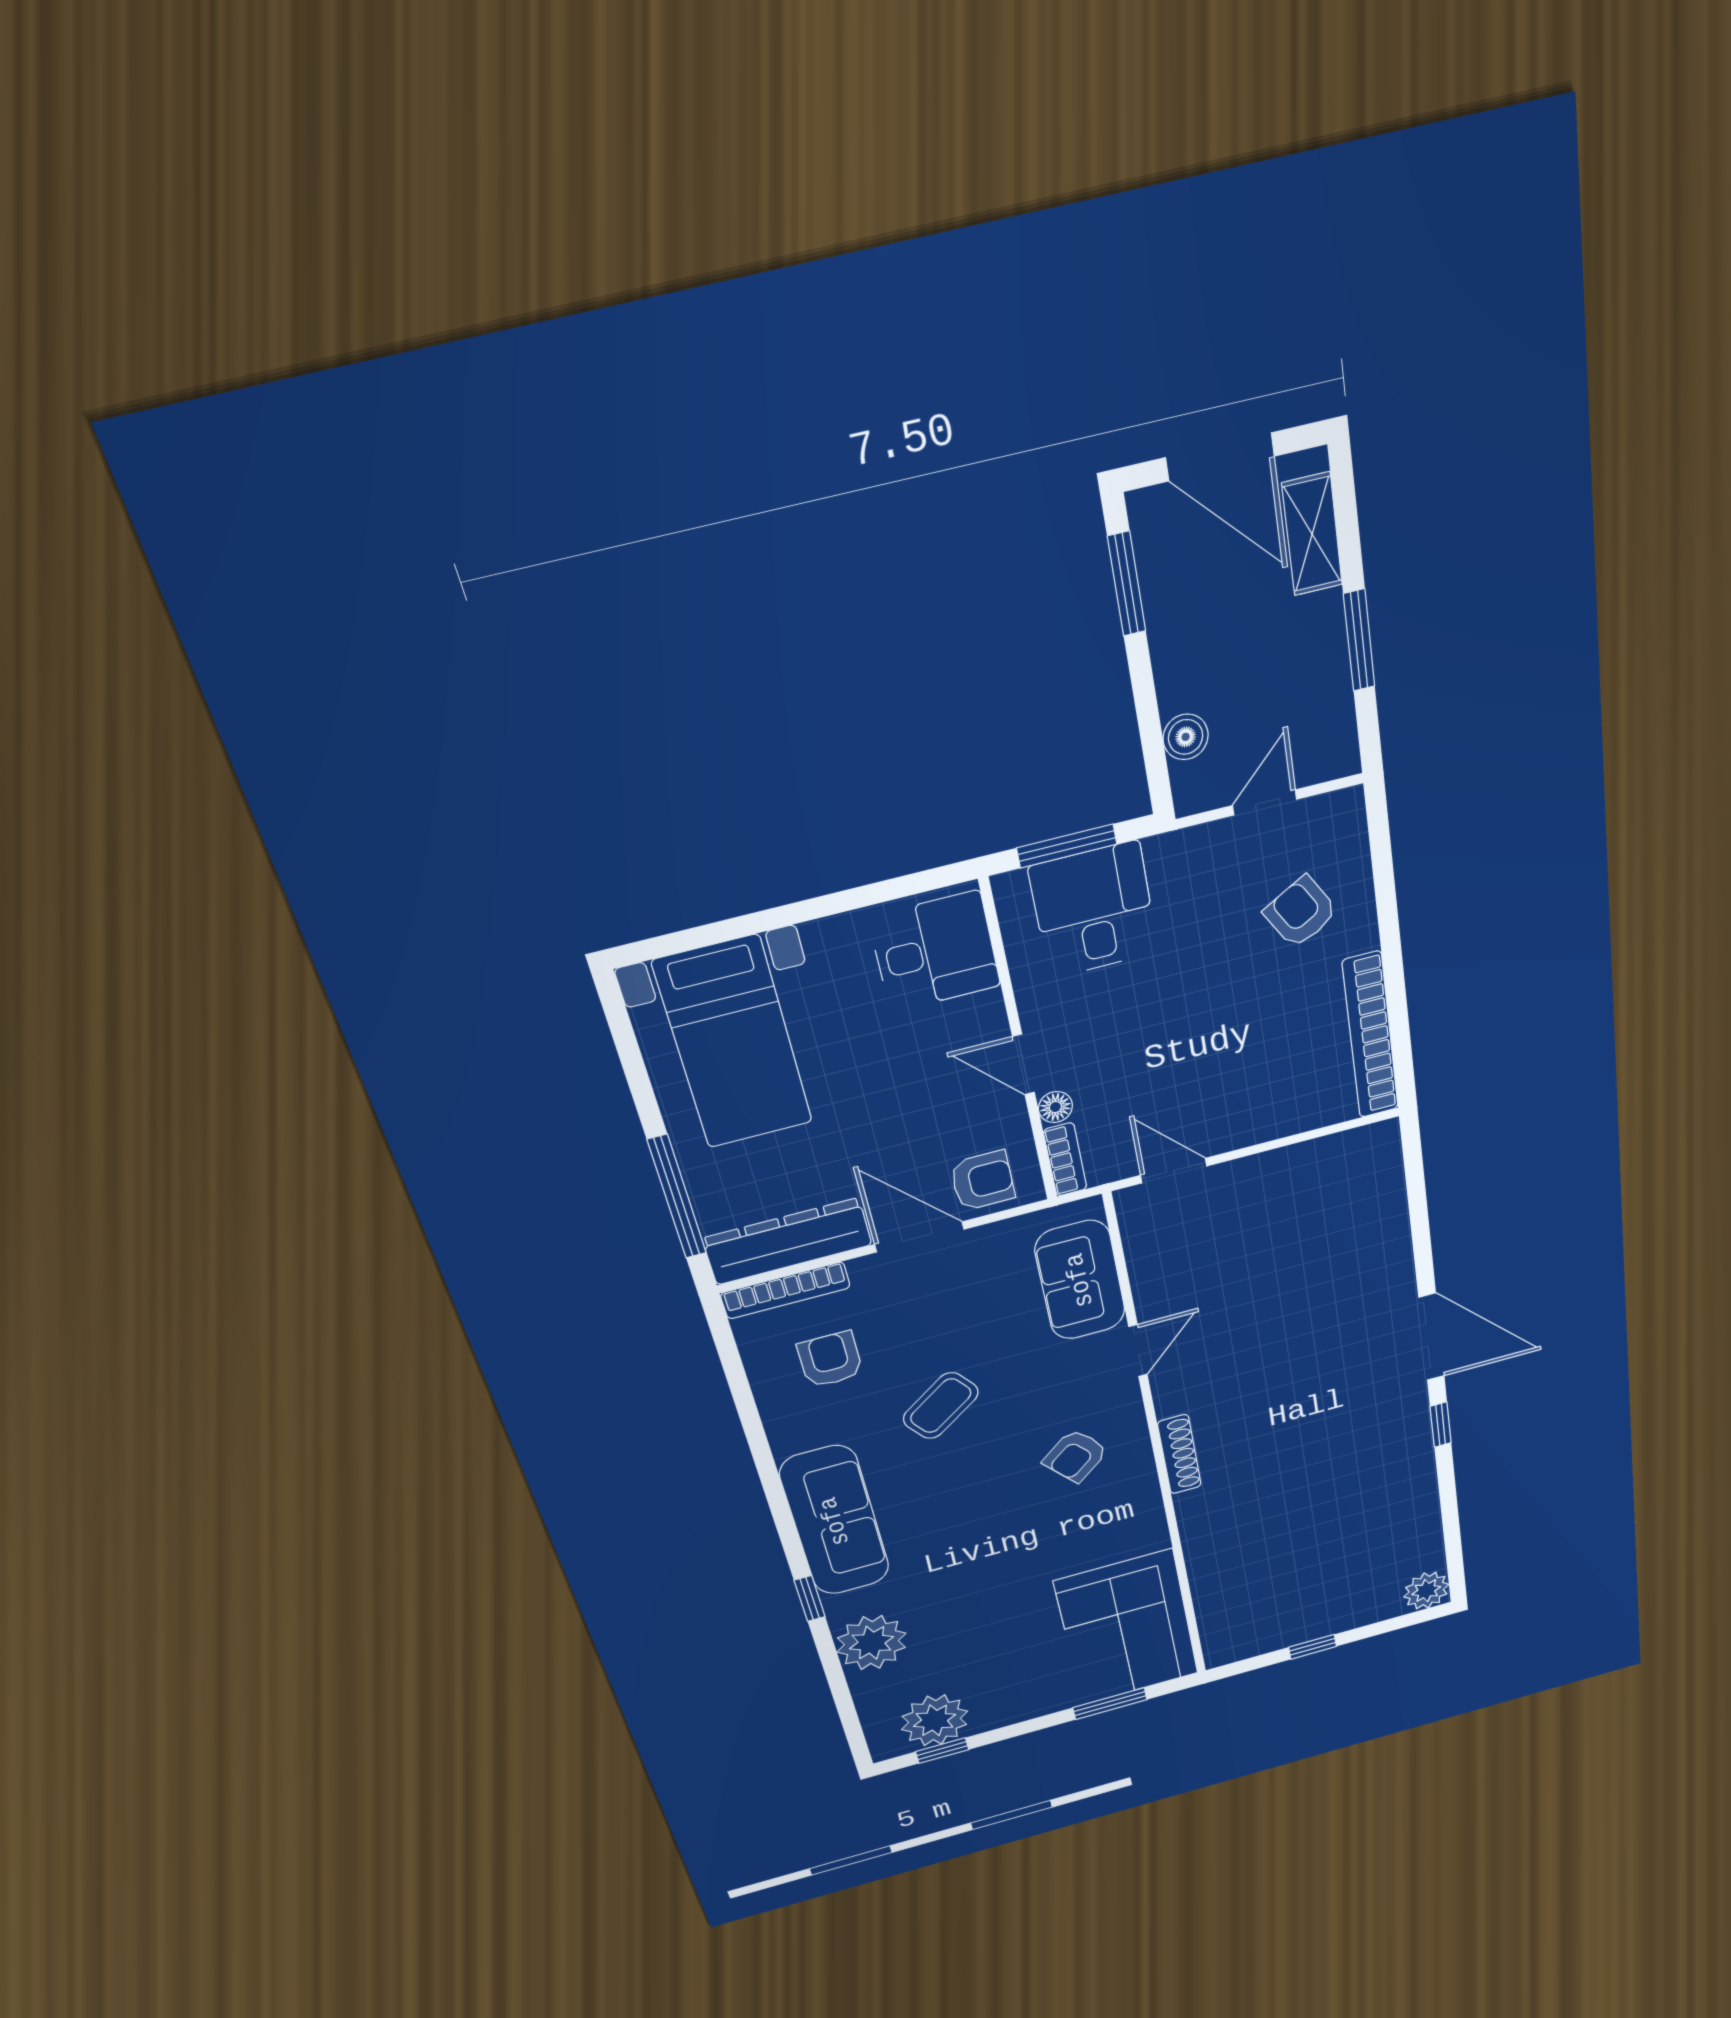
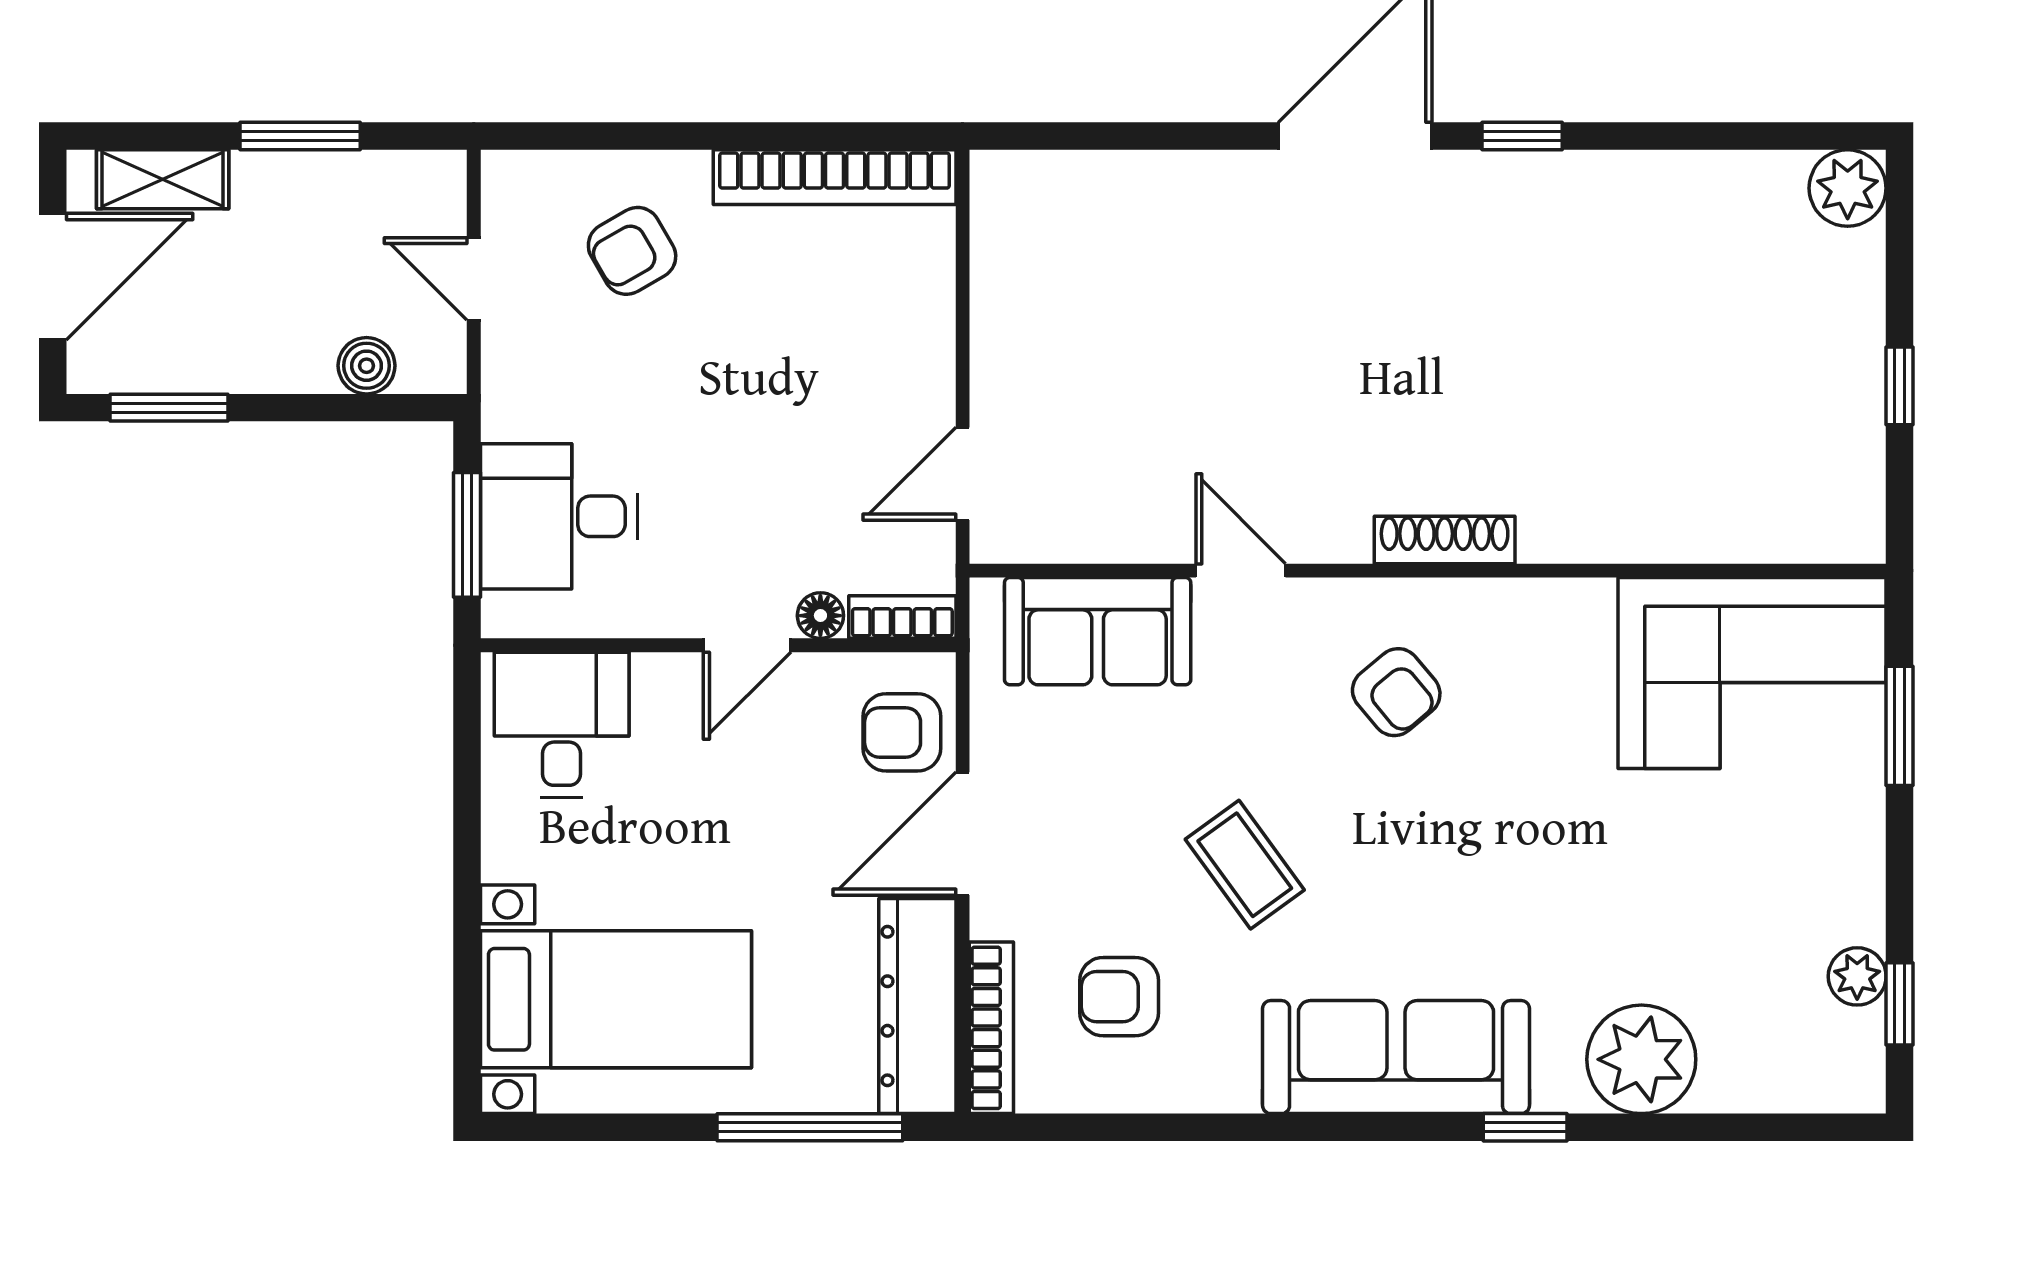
armchair: (983, 1181) -> (902, 732), turned -90
plant: (935, 1720) -> (1857, 976), width x0.53, depth x0.53

